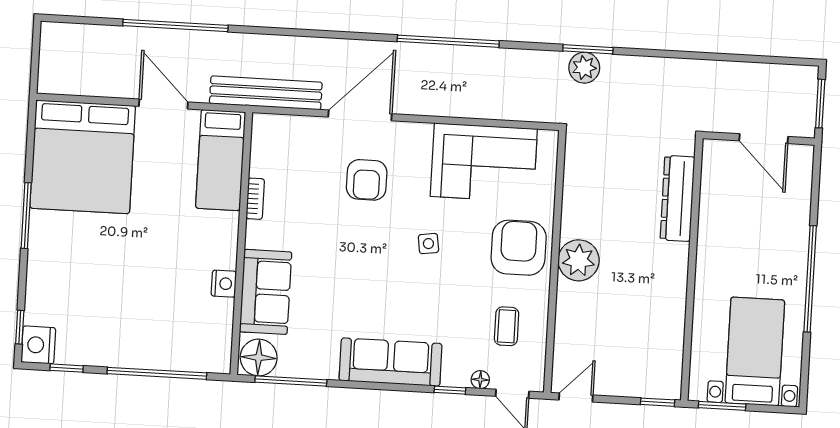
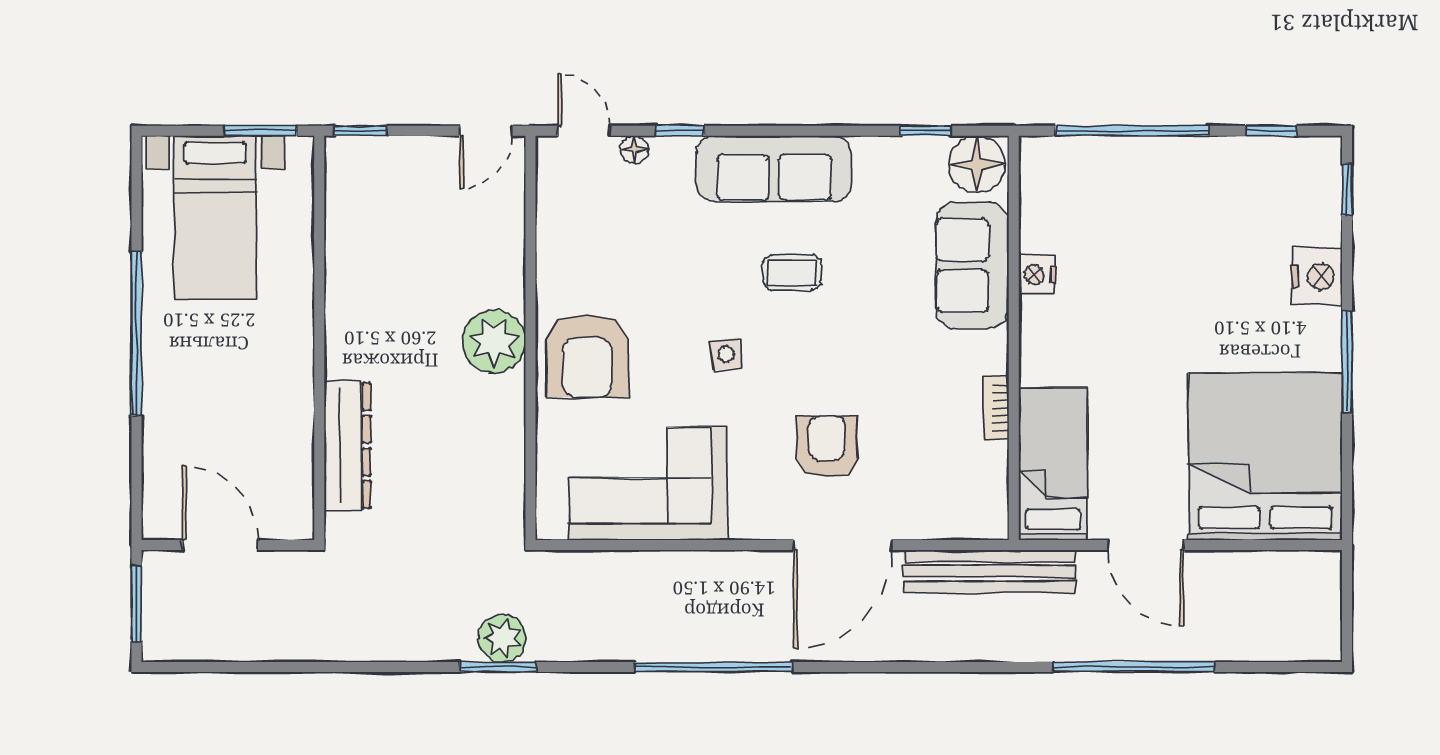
coffee table: (507, 326) -> (792, 272), moved, turned 90
nightstand: (38, 345) -> (1317, 277), moved
window: (291, 381) -> (925, 131), width x0.46

